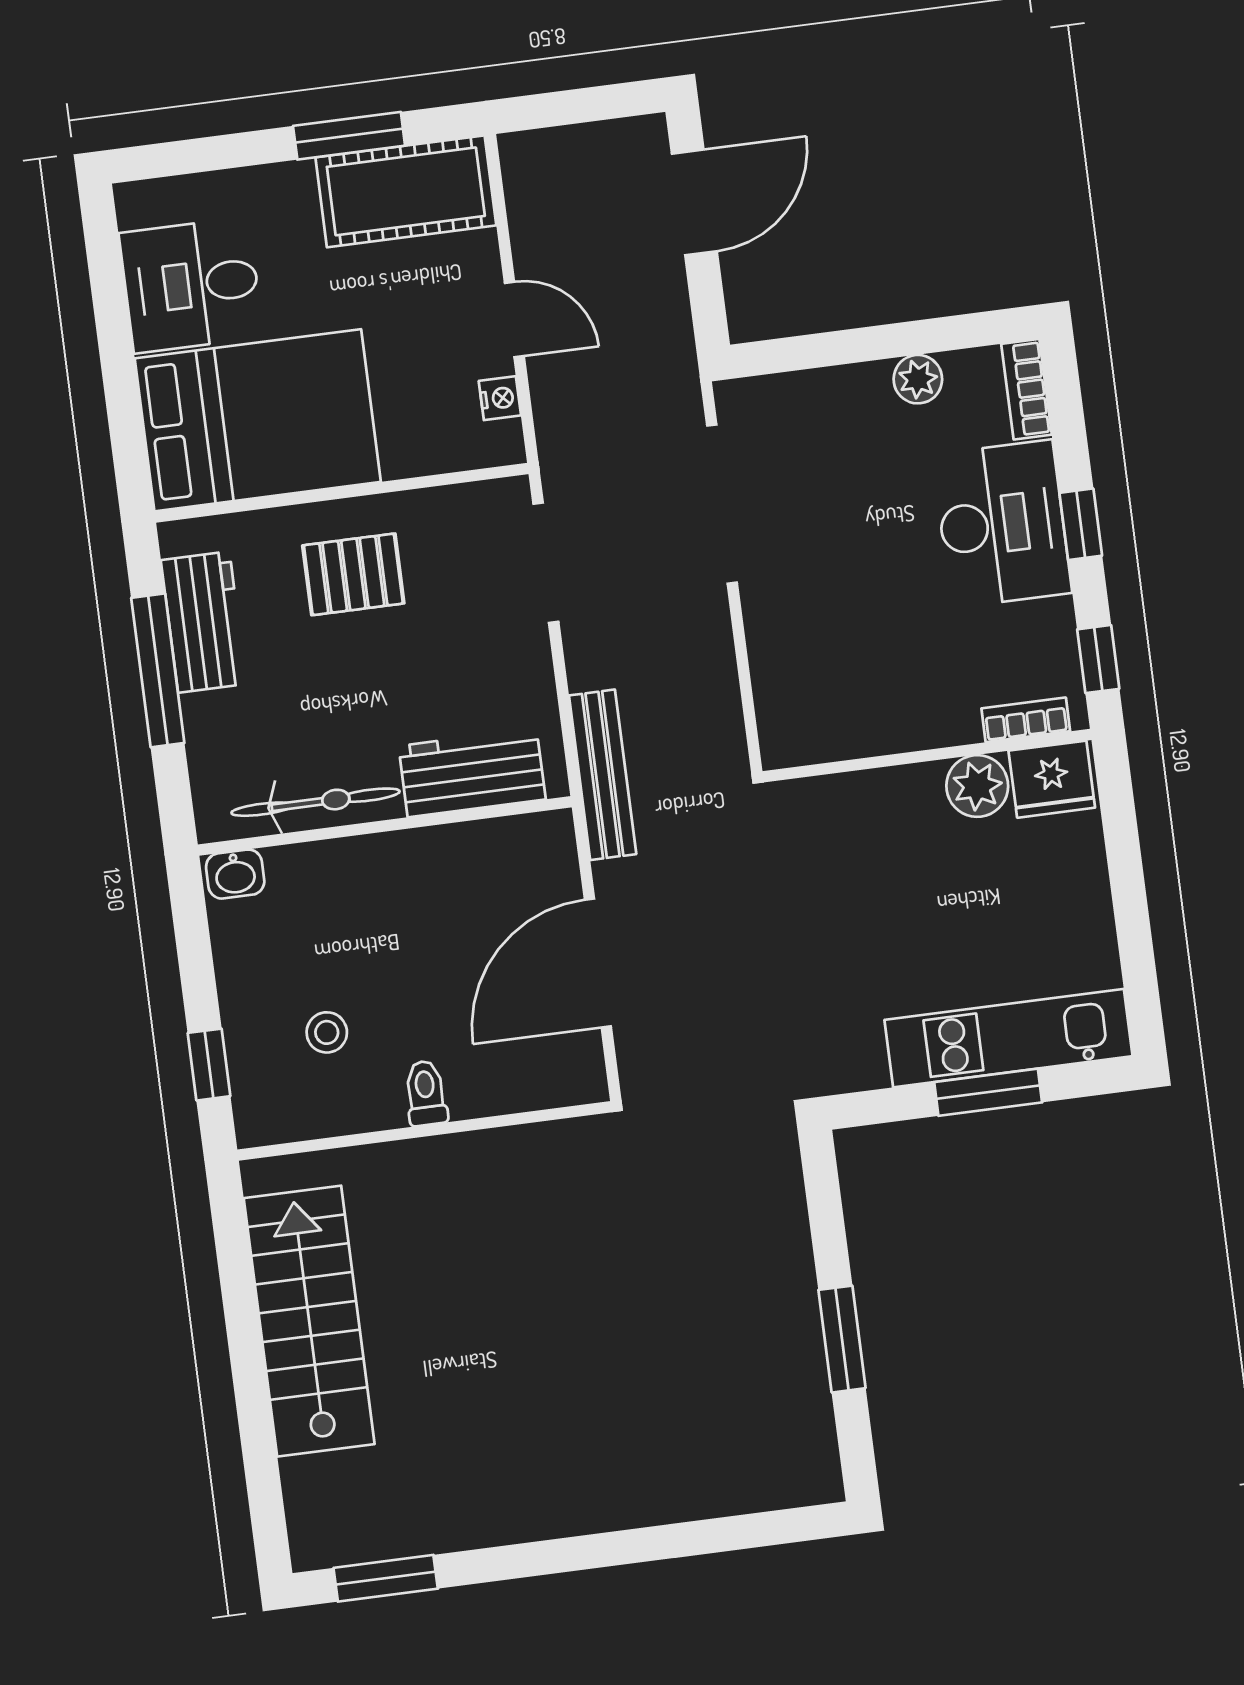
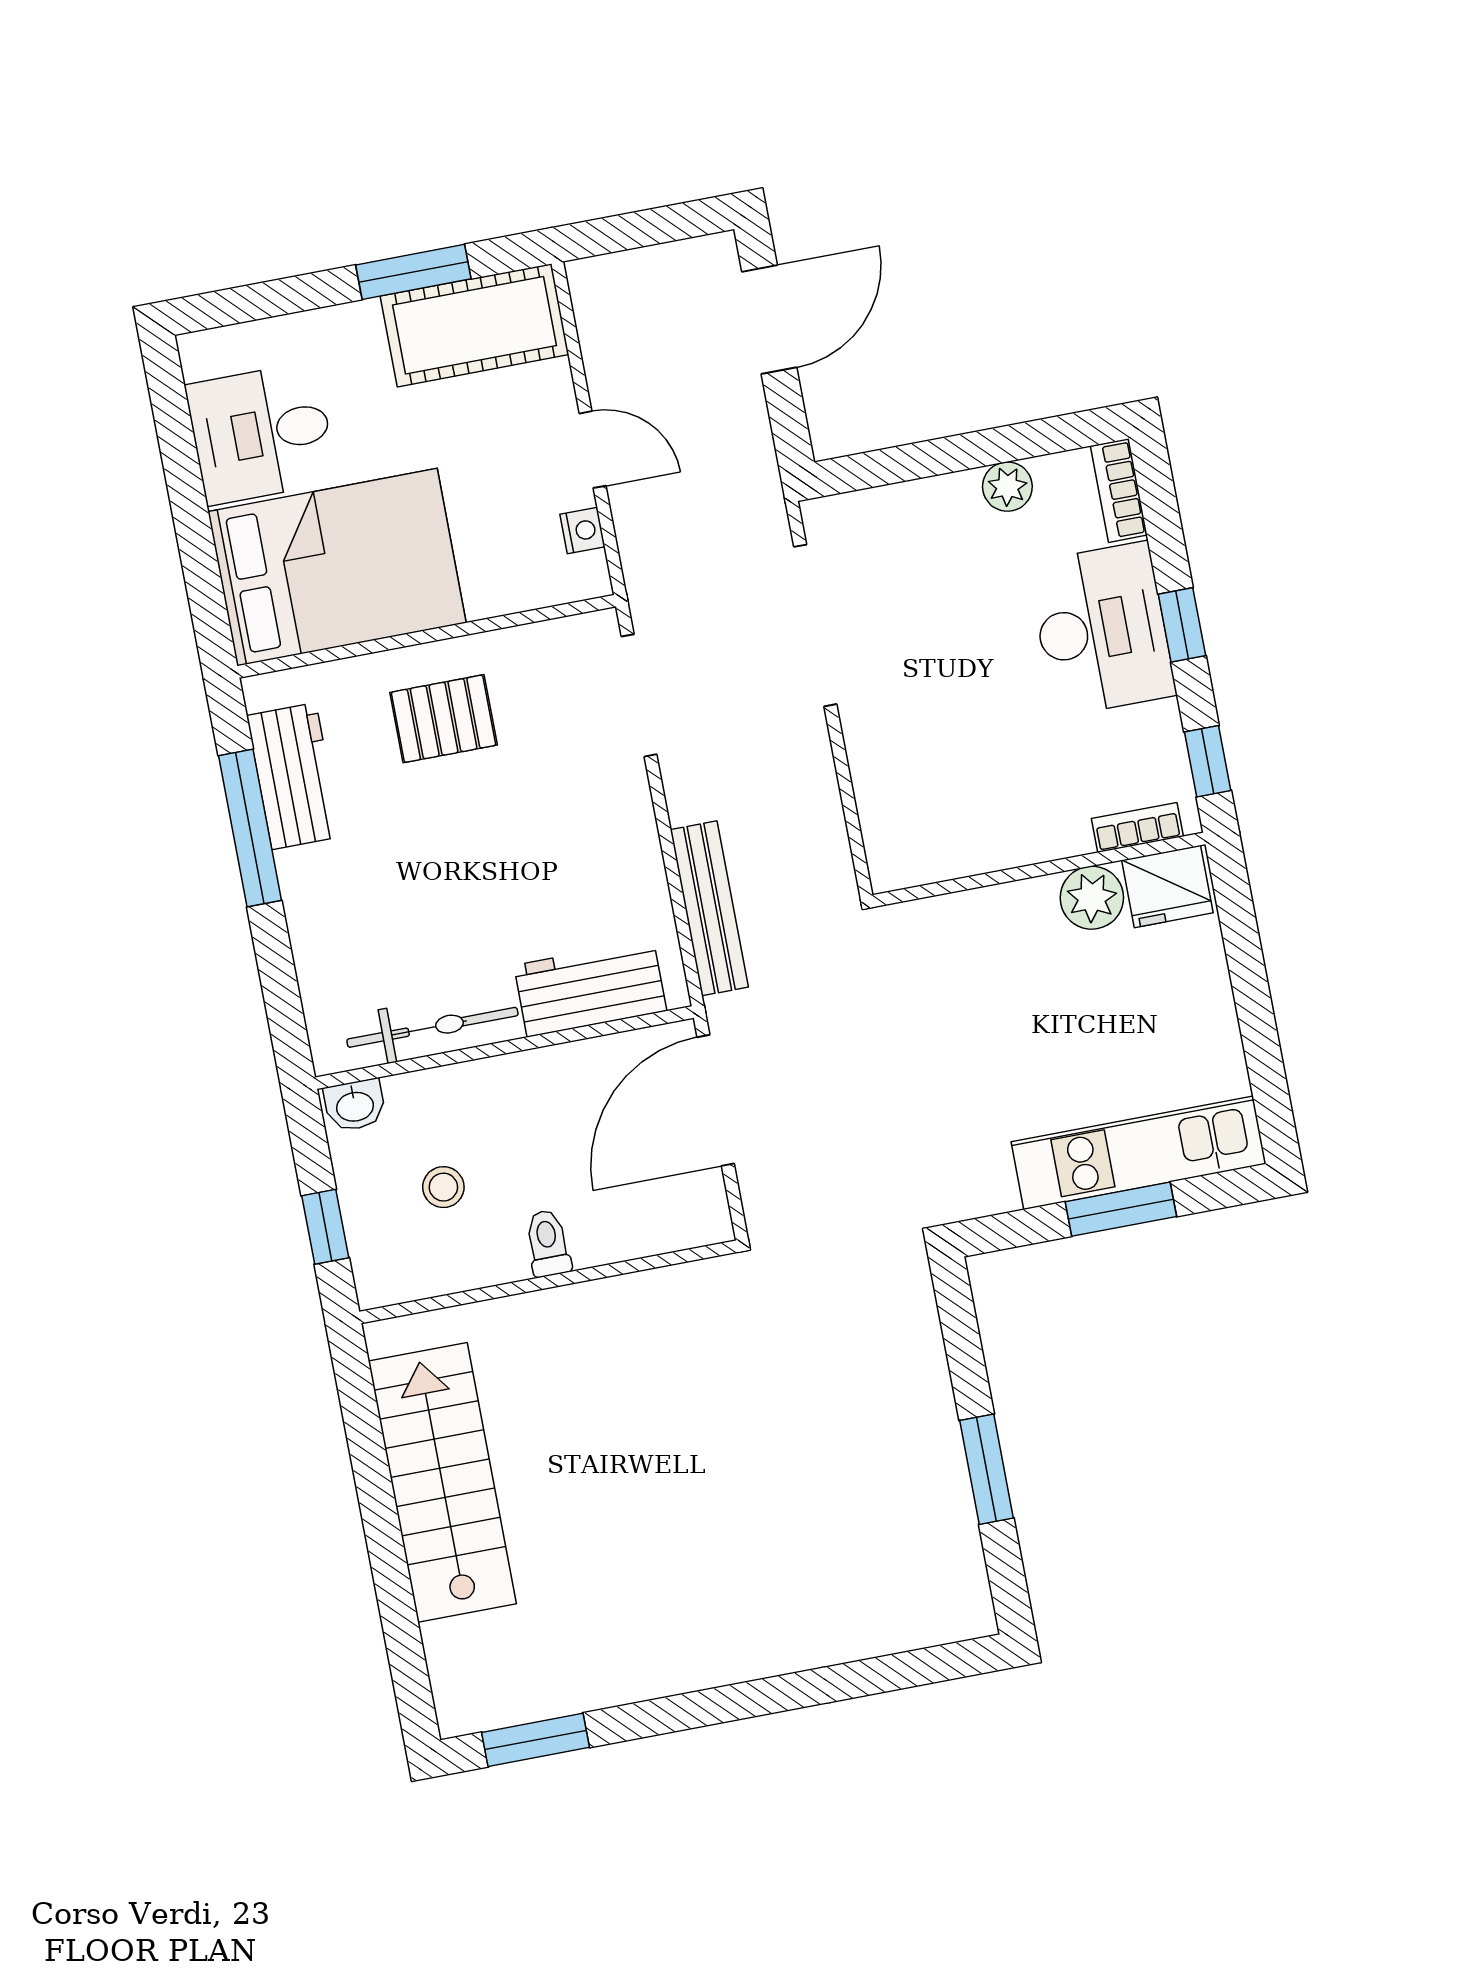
workbench: (472, 773) -> (590, 988), moved
bicycle: (316, 802) -> (432, 1027), moved
wall: (385, 826) -> (504, 1048), moved
washbasin: (235, 874) -> (355, 1105), moved

